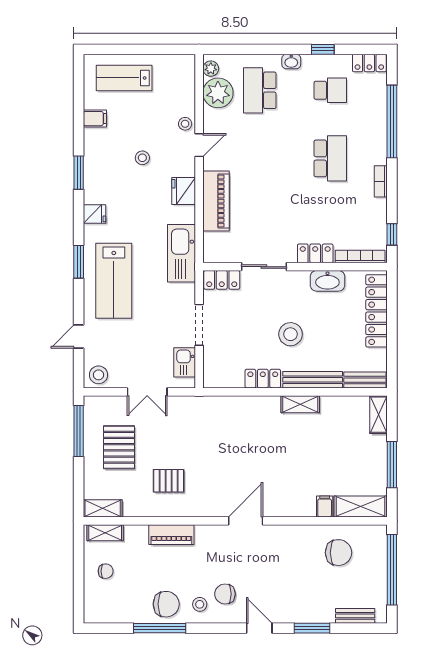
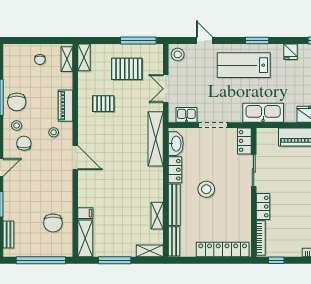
washbasin: (327, 281) -> (176, 144), moved, turned 180
shelving: (300, 404) -> (157, 216), moved
shelving: (219, 406) -> (156, 139), added
pallet: (169, 481) -> (103, 104), turned 90
stool: (209, 552) -> (54, 132), added

